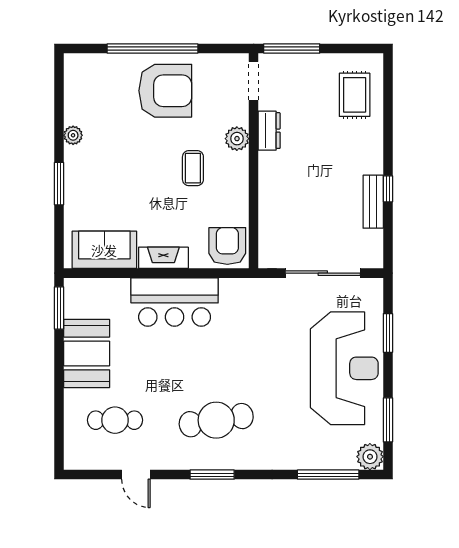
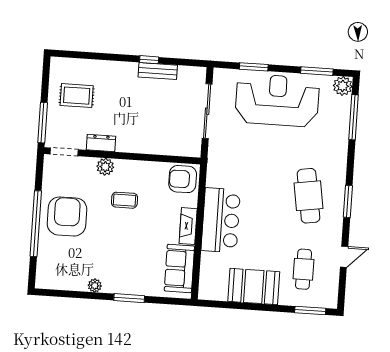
rug: (355, 95) -> (77, 96), moved
window: (59, 308) -> (310, 310), moved

